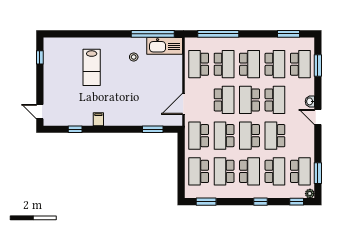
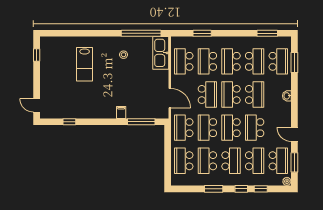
window: (218, 34) -> (202, 33), width x0.47
kitchen sink: (165, 46) -> (161, 53), moved, turned 90
school desk: (224, 64) -> (207, 61), turned 180
school desk: (250, 64) -> (231, 61), turned 180
door: (183, 104) -> (170, 98), swing flipped
door: (318, 117) -> (294, 134), moved
filing cabinet: (98, 119) -> (121, 112), moved
window: (153, 129) -> (141, 122), width x1.44
window: (206, 202) -> (214, 189), moved
window: (297, 202) -> (261, 189), moved

